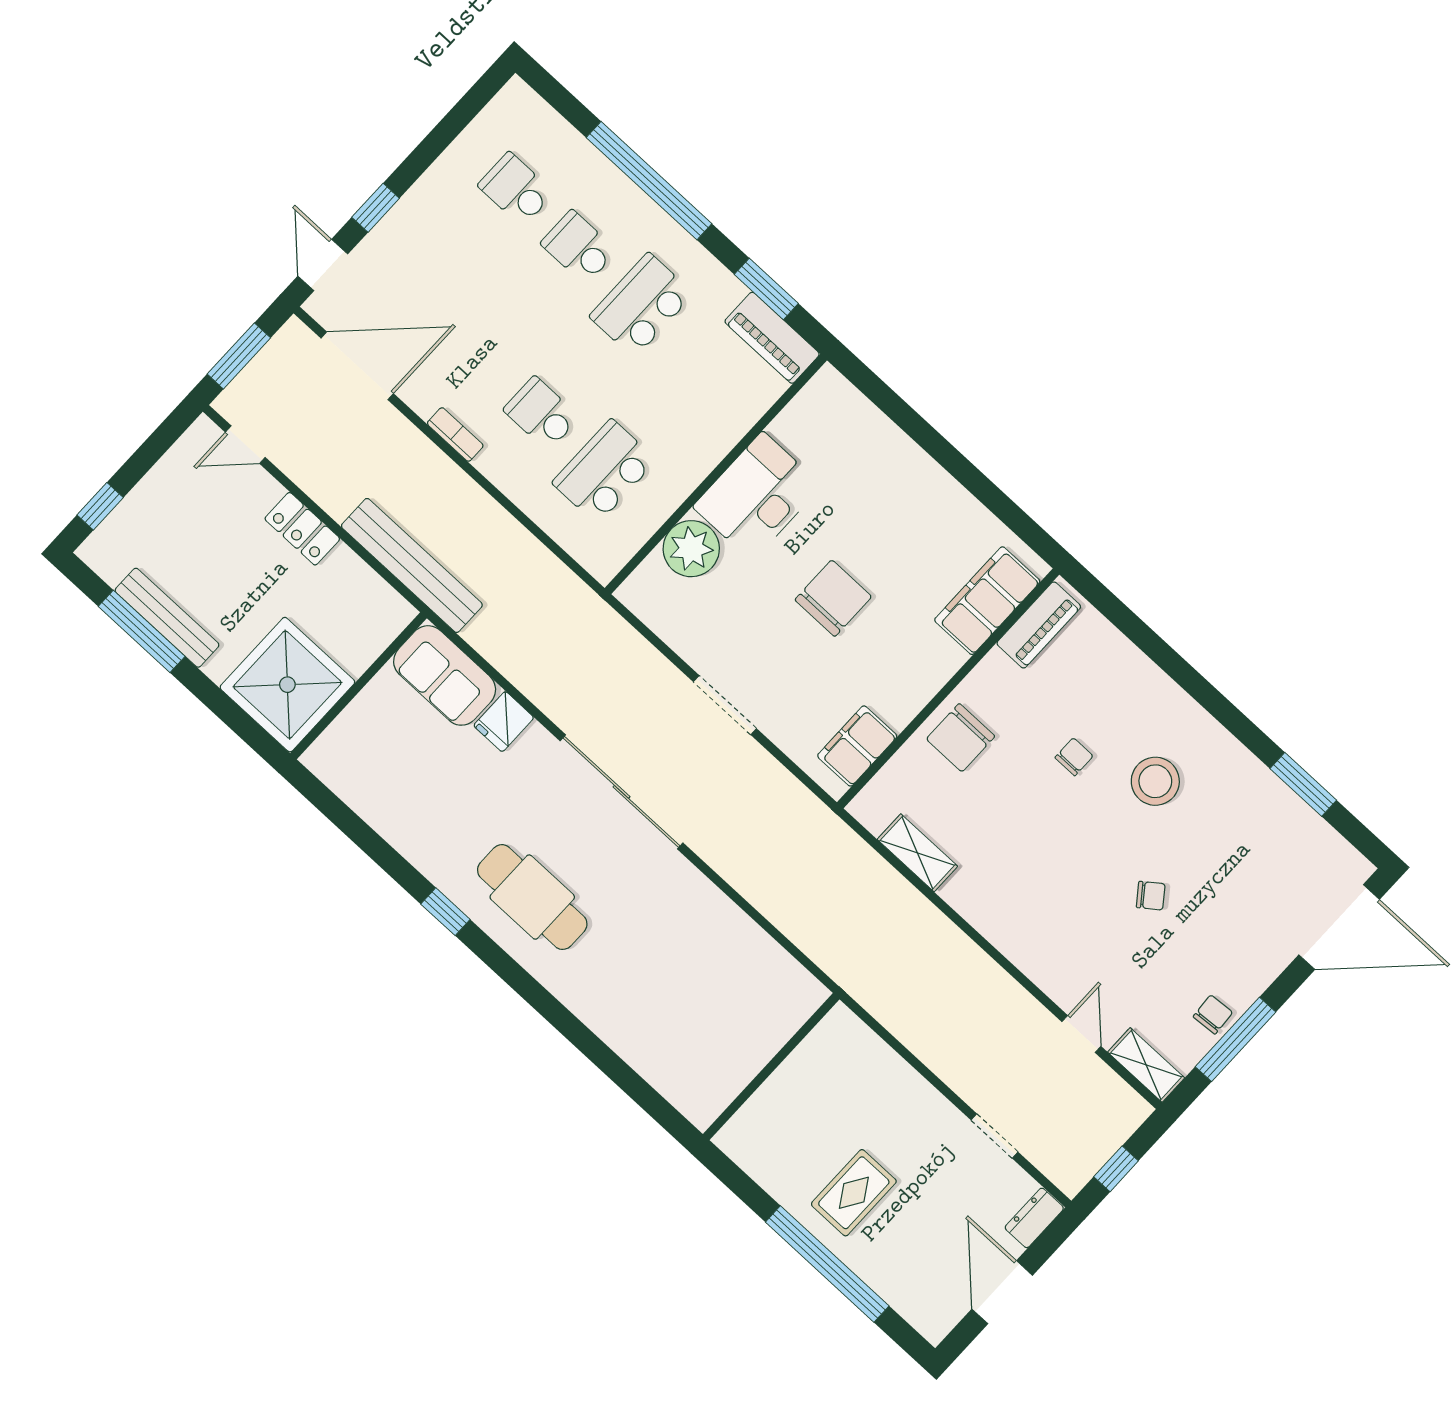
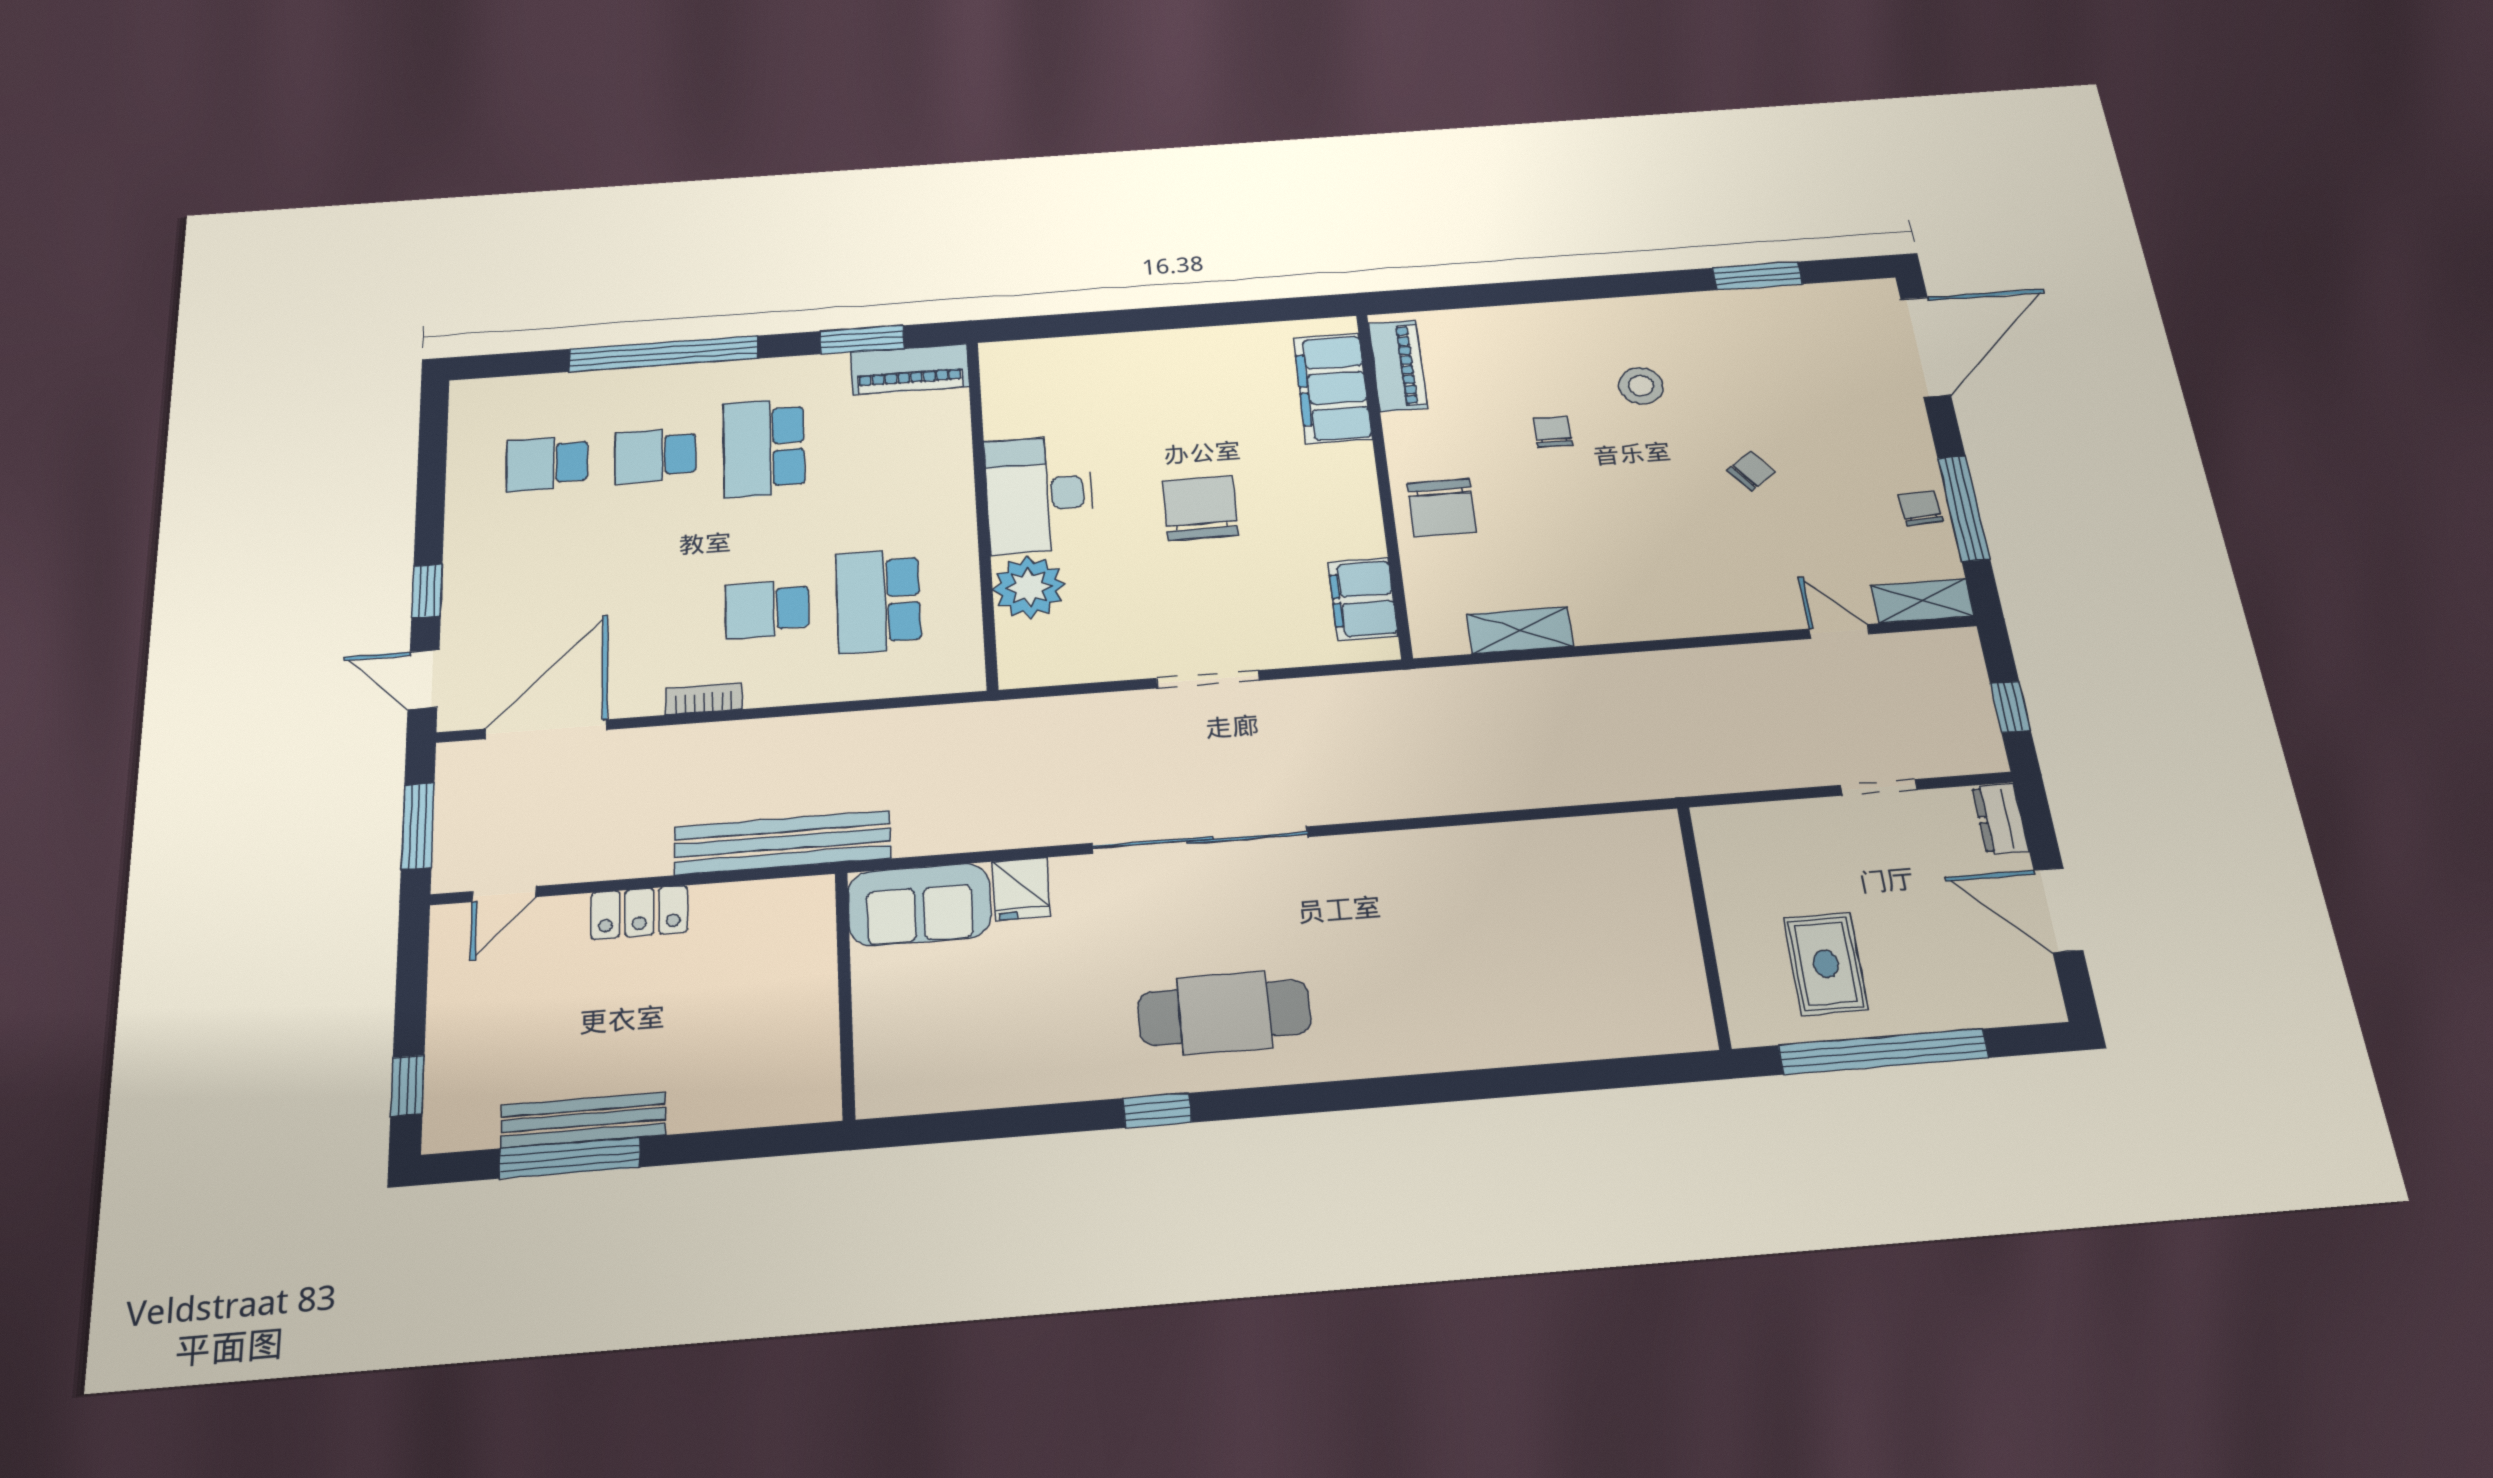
shower: (287, 685) -> (773, 1062), removed
stool: (1155, 781) -> (1641, 386), width x0.73, depth x0.73
wall: (771, 1067) -> (1704, 926), moved

